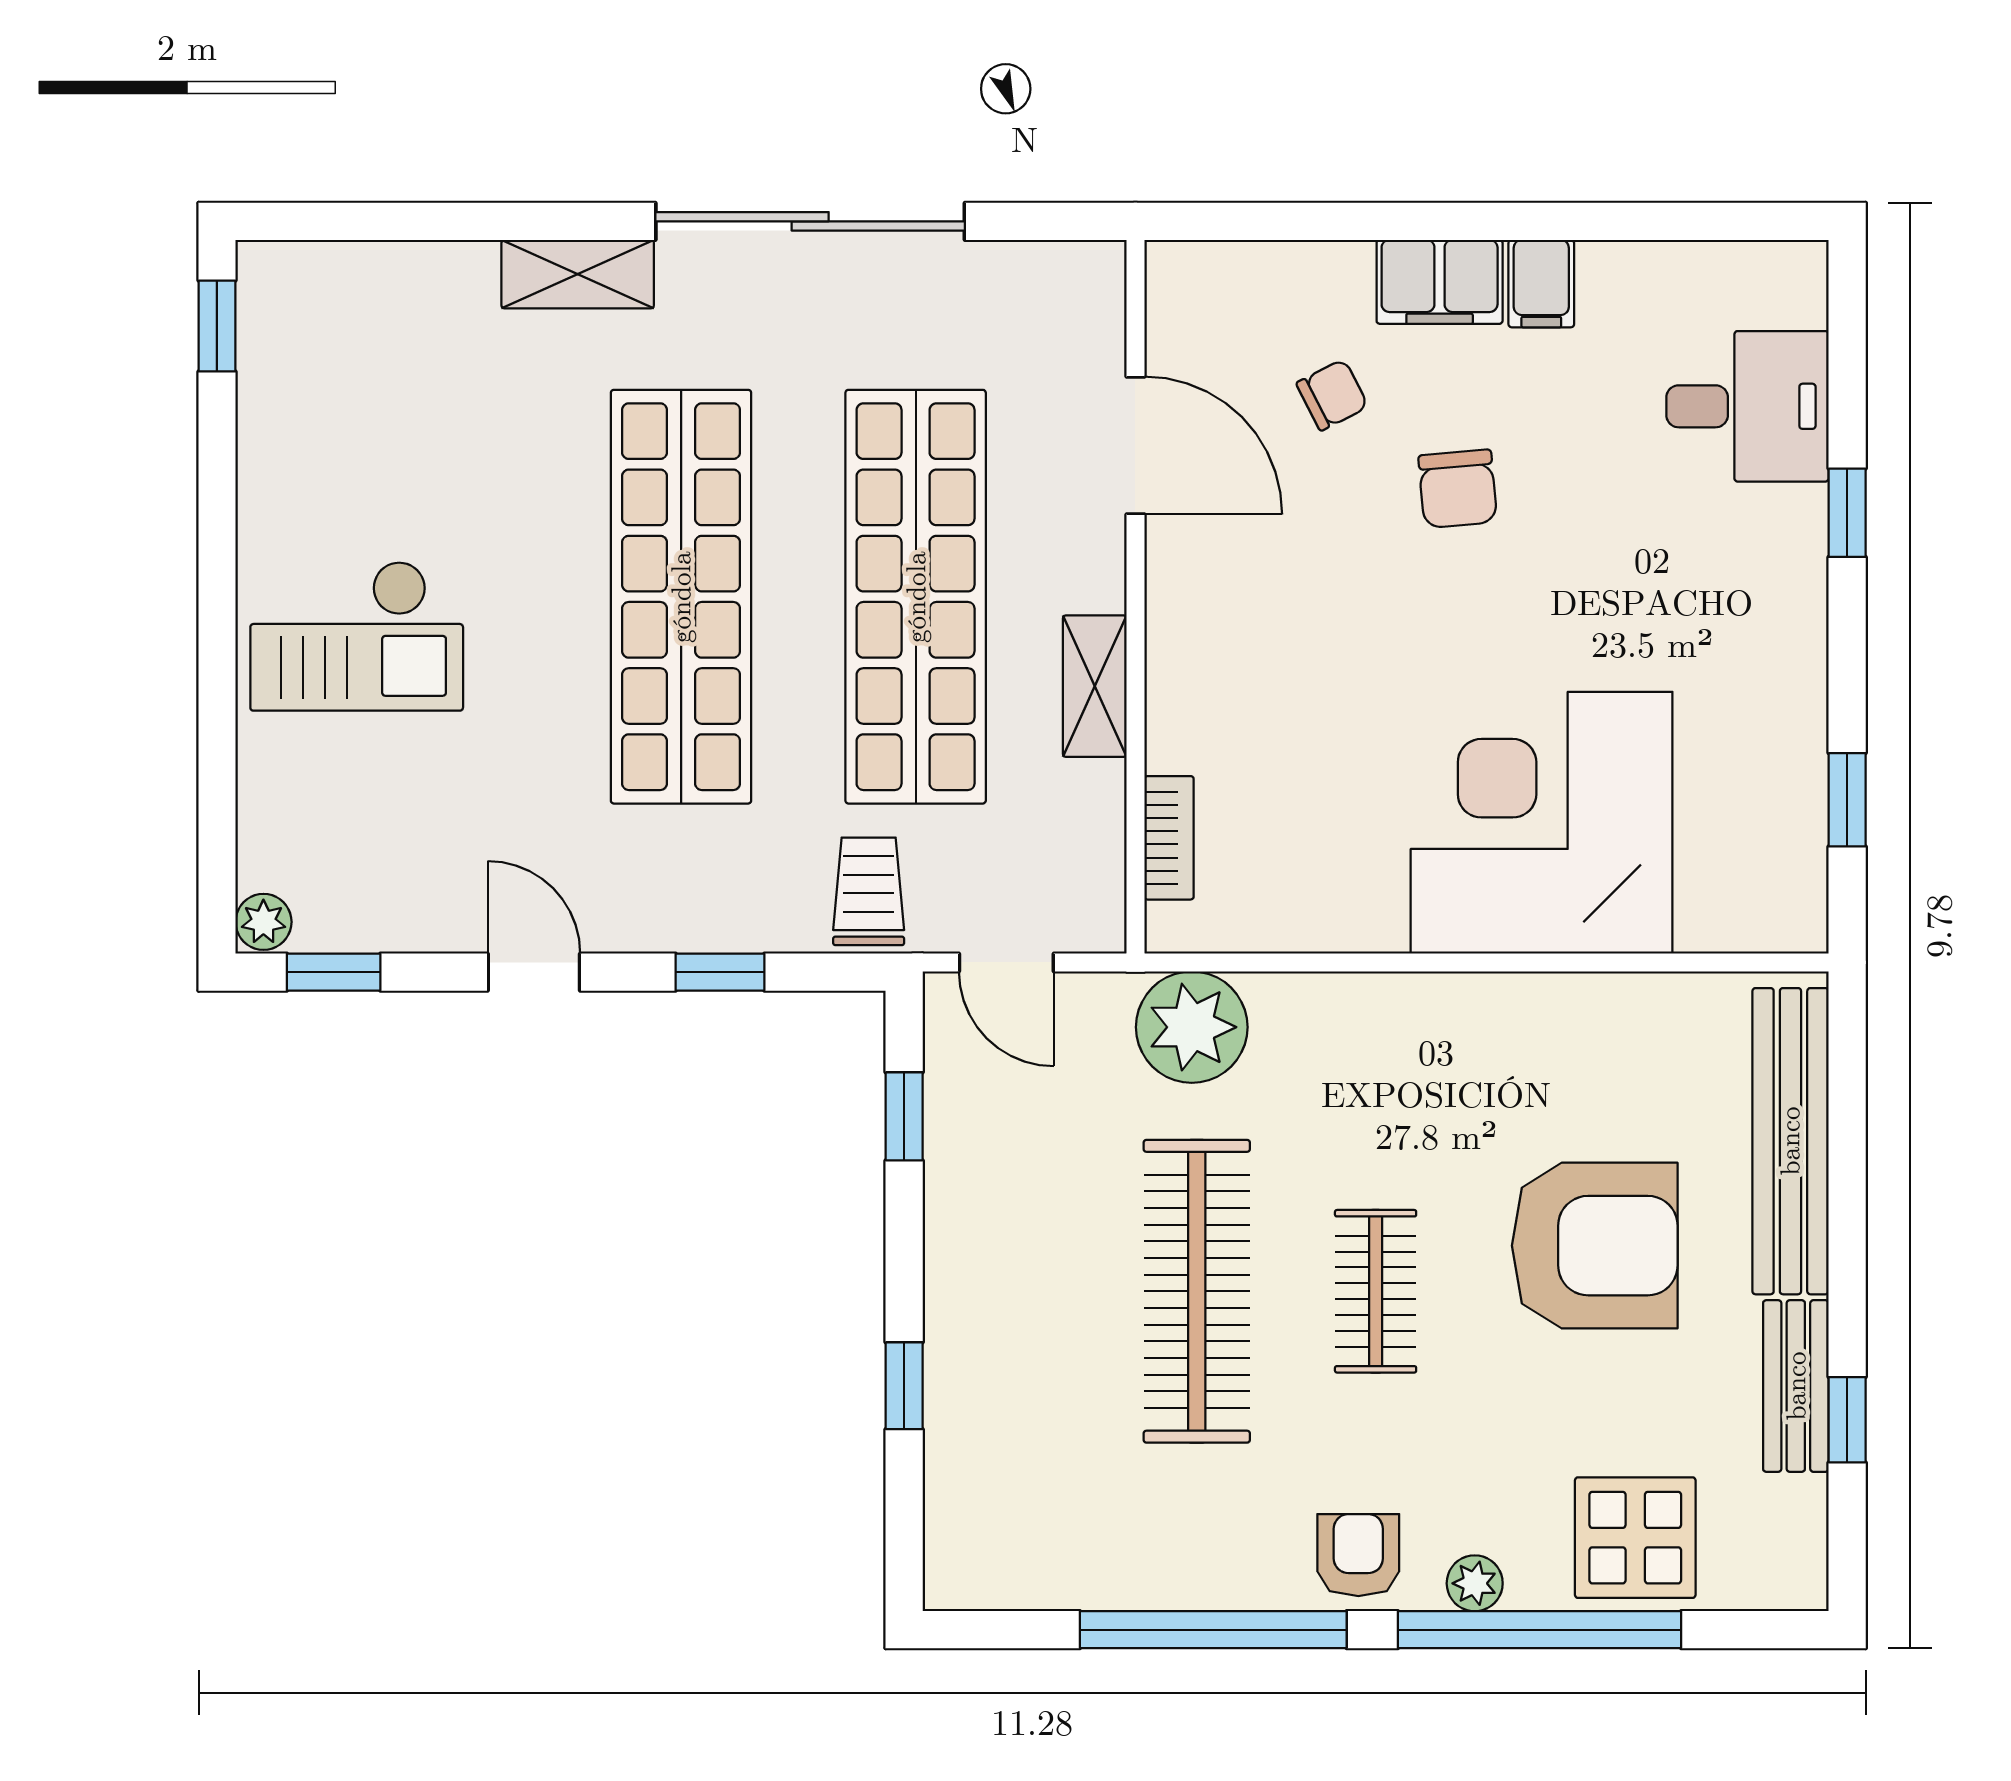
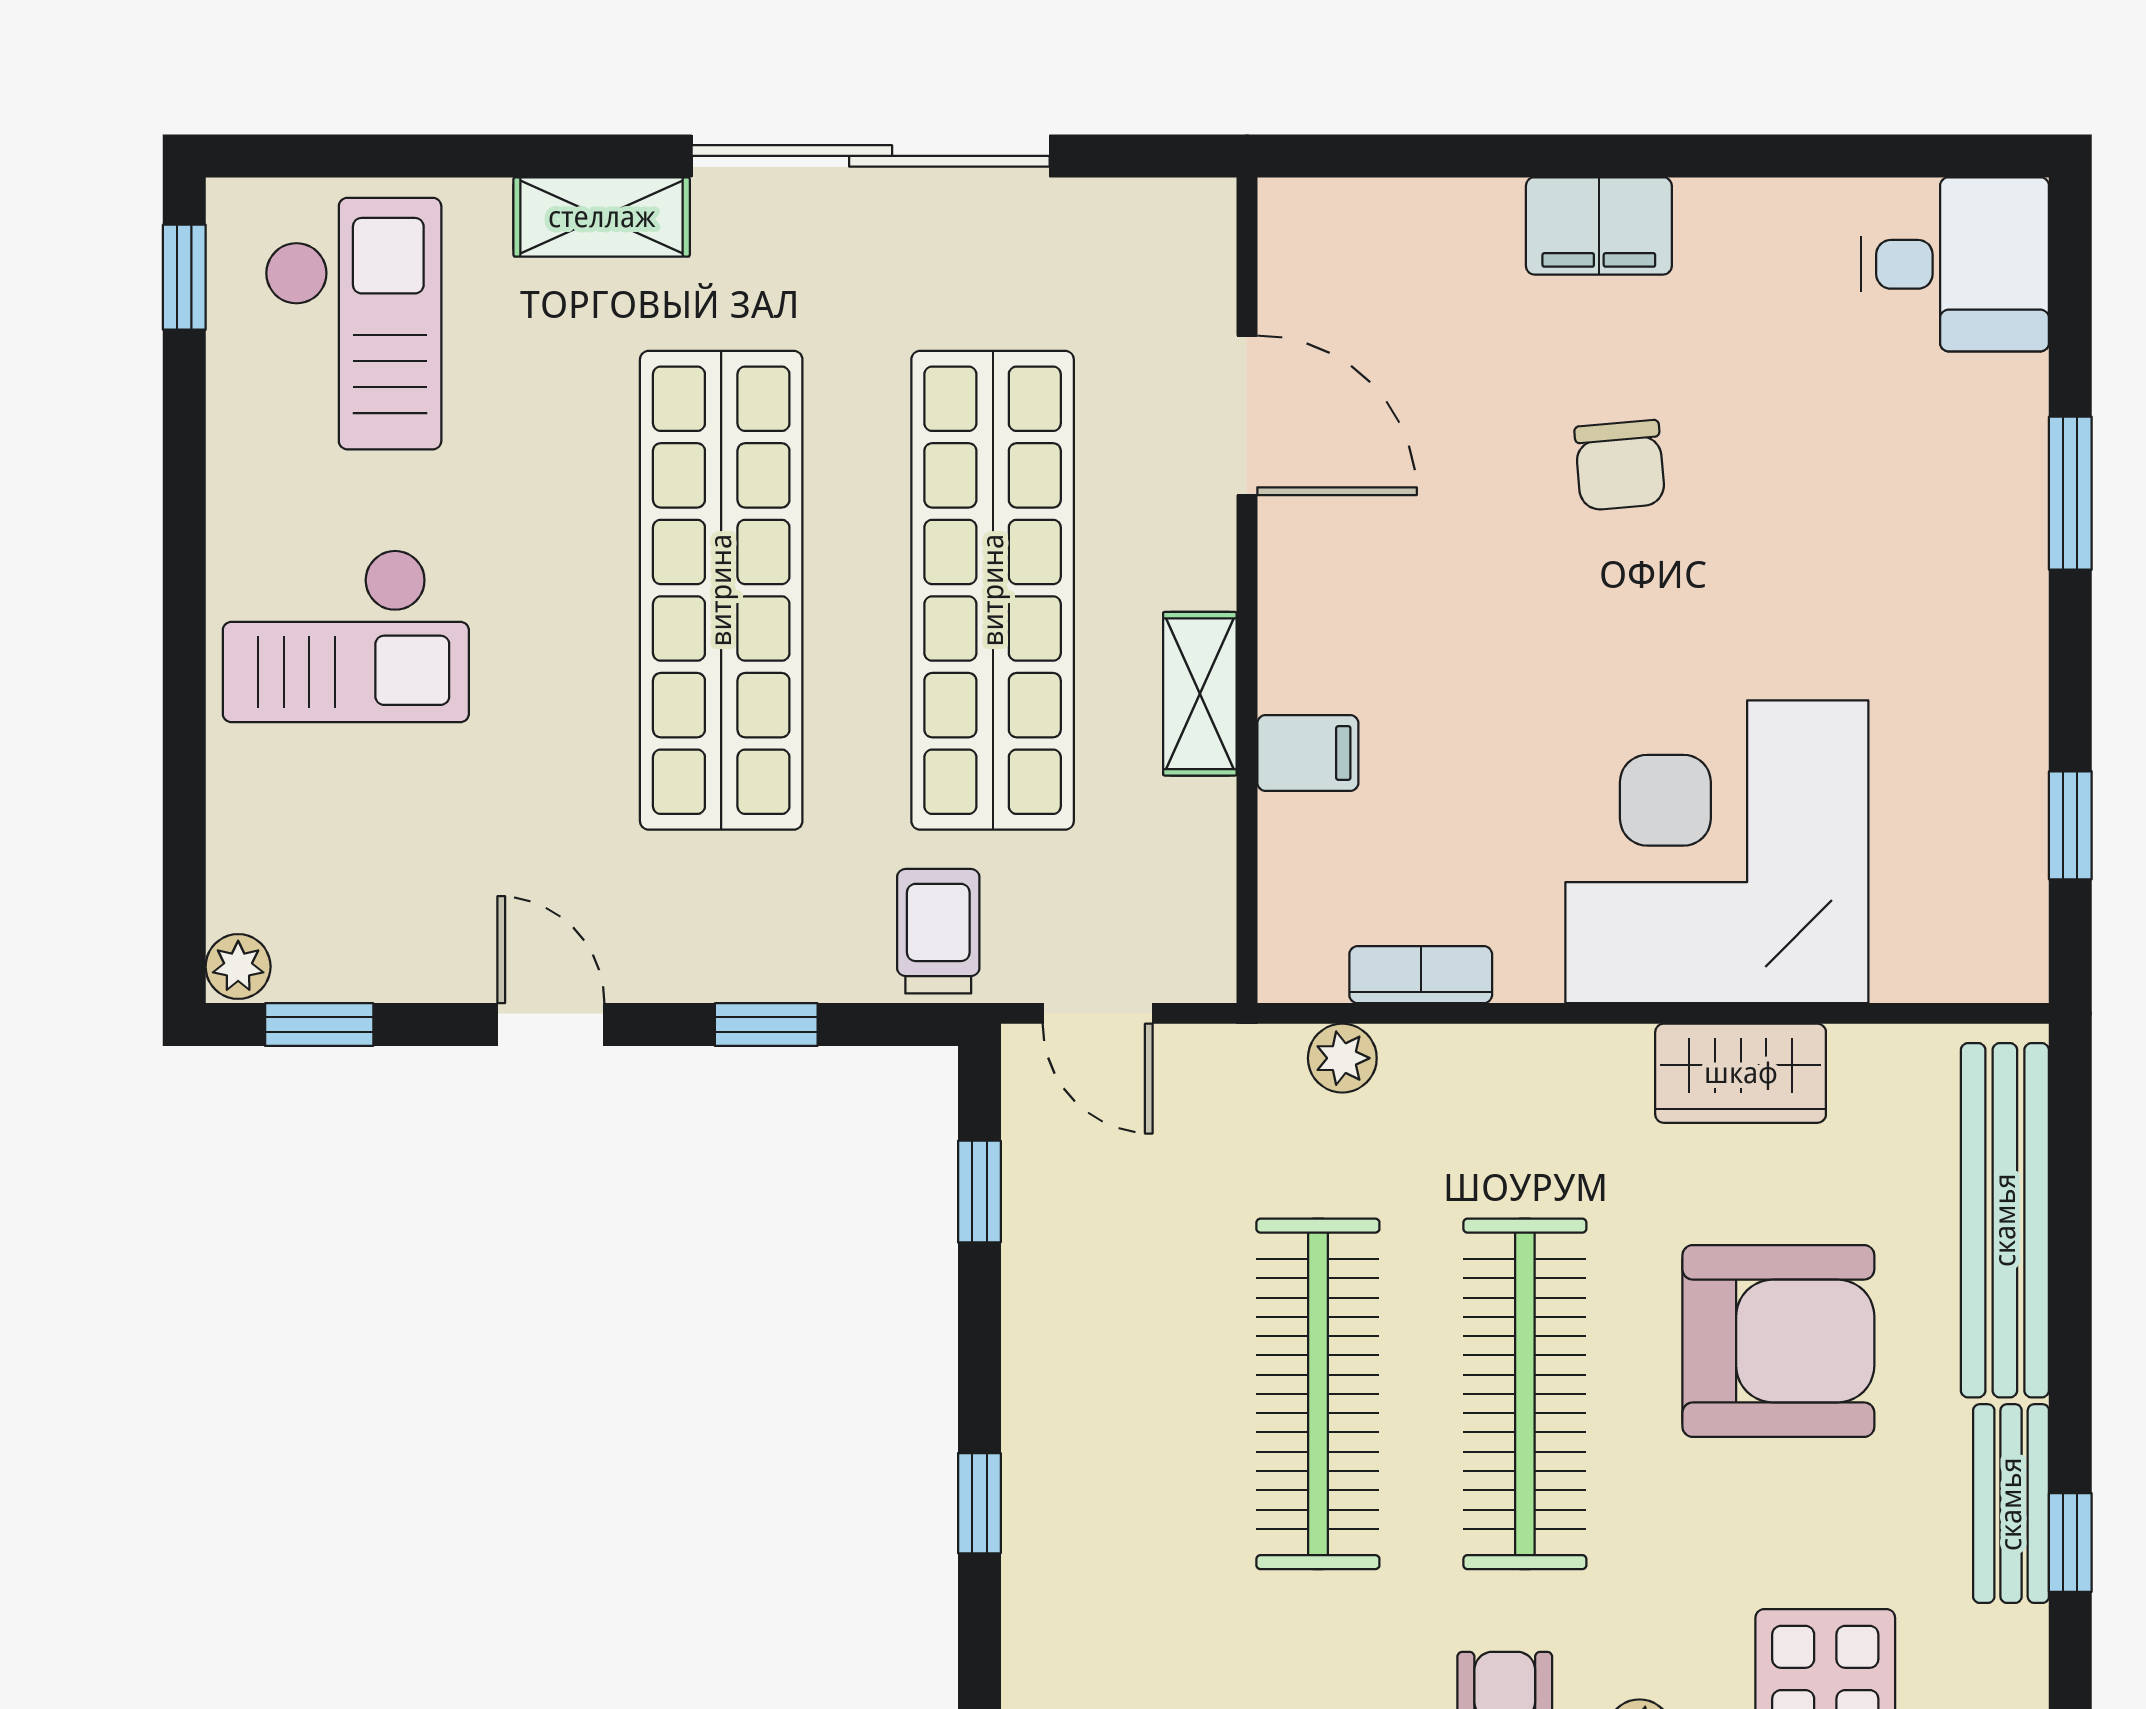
filing cabinet: (1541, 284) -> (1308, 753), moved, turned -90
checkout: (363, 366) -> (353, 324), added
chair: (1332, 395) -> (1475, 357), removed
desk: (1747, 406) -> (1955, 264), moved
window: (1847, 513) -> (2070, 493), width x1.50
bookcase: (1169, 838) -> (1421, 975), moved, turned -90
wardrobe: (1562, 1014) -> (1741, 1073), added
plant: (1192, 1027) -> (1342, 1058), width x0.53, depth x0.53
clothes rail: (1376, 1291) -> (1525, 1394), width x1.86, depth x1.31

